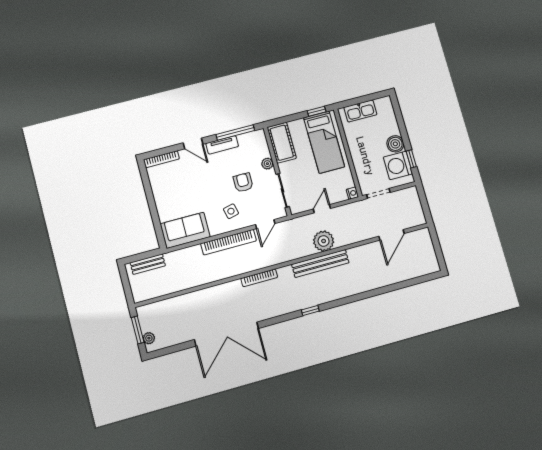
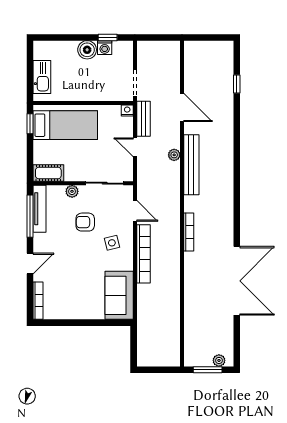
cot: (282, 143) -> (48, 173), width x0.73, depth x0.75
tv unit: (222, 145) -> (40, 209), moved, width x1.41
washing machine: (398, 165) -> (105, 48), width x0.53, depth x0.53
door: (392, 235) -> (182, 108), moved
plant: (324, 241) -> (174, 155), width x0.53, depth x0.53
bench: (148, 264) -> (143, 119), moved
window: (310, 311) -> (237, 84), moved

